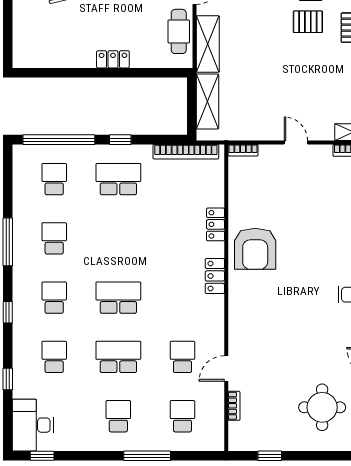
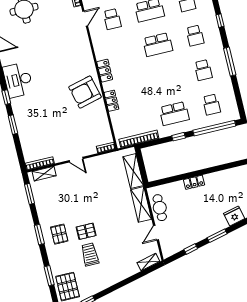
armchair: (255, 249) -> (85, 92), turned -104

